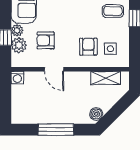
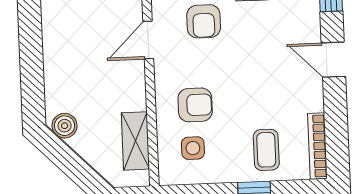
armchair: (46, 40) -> (204, 21), turned 180
window: (56, 130) -> (31, 49), removed

